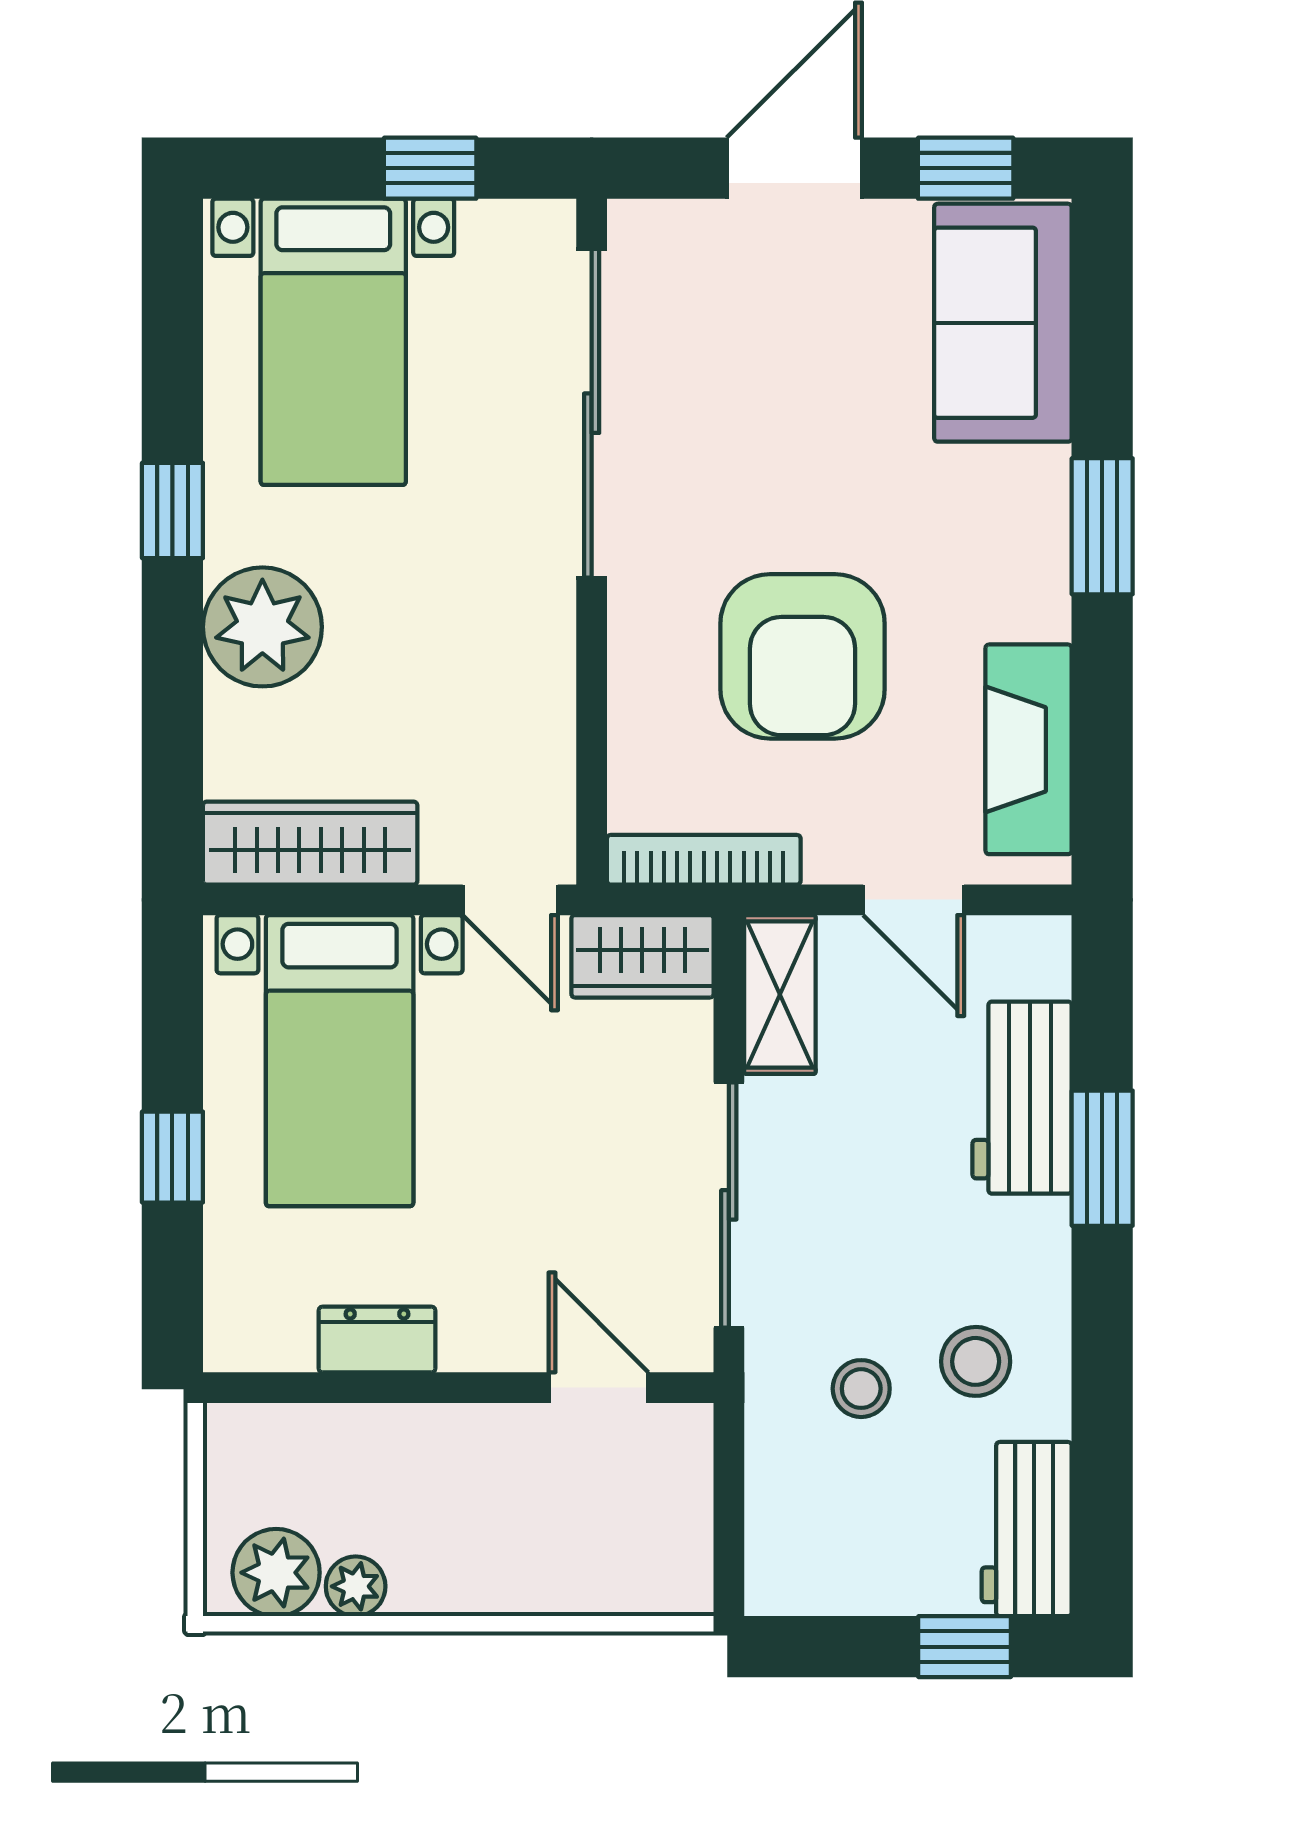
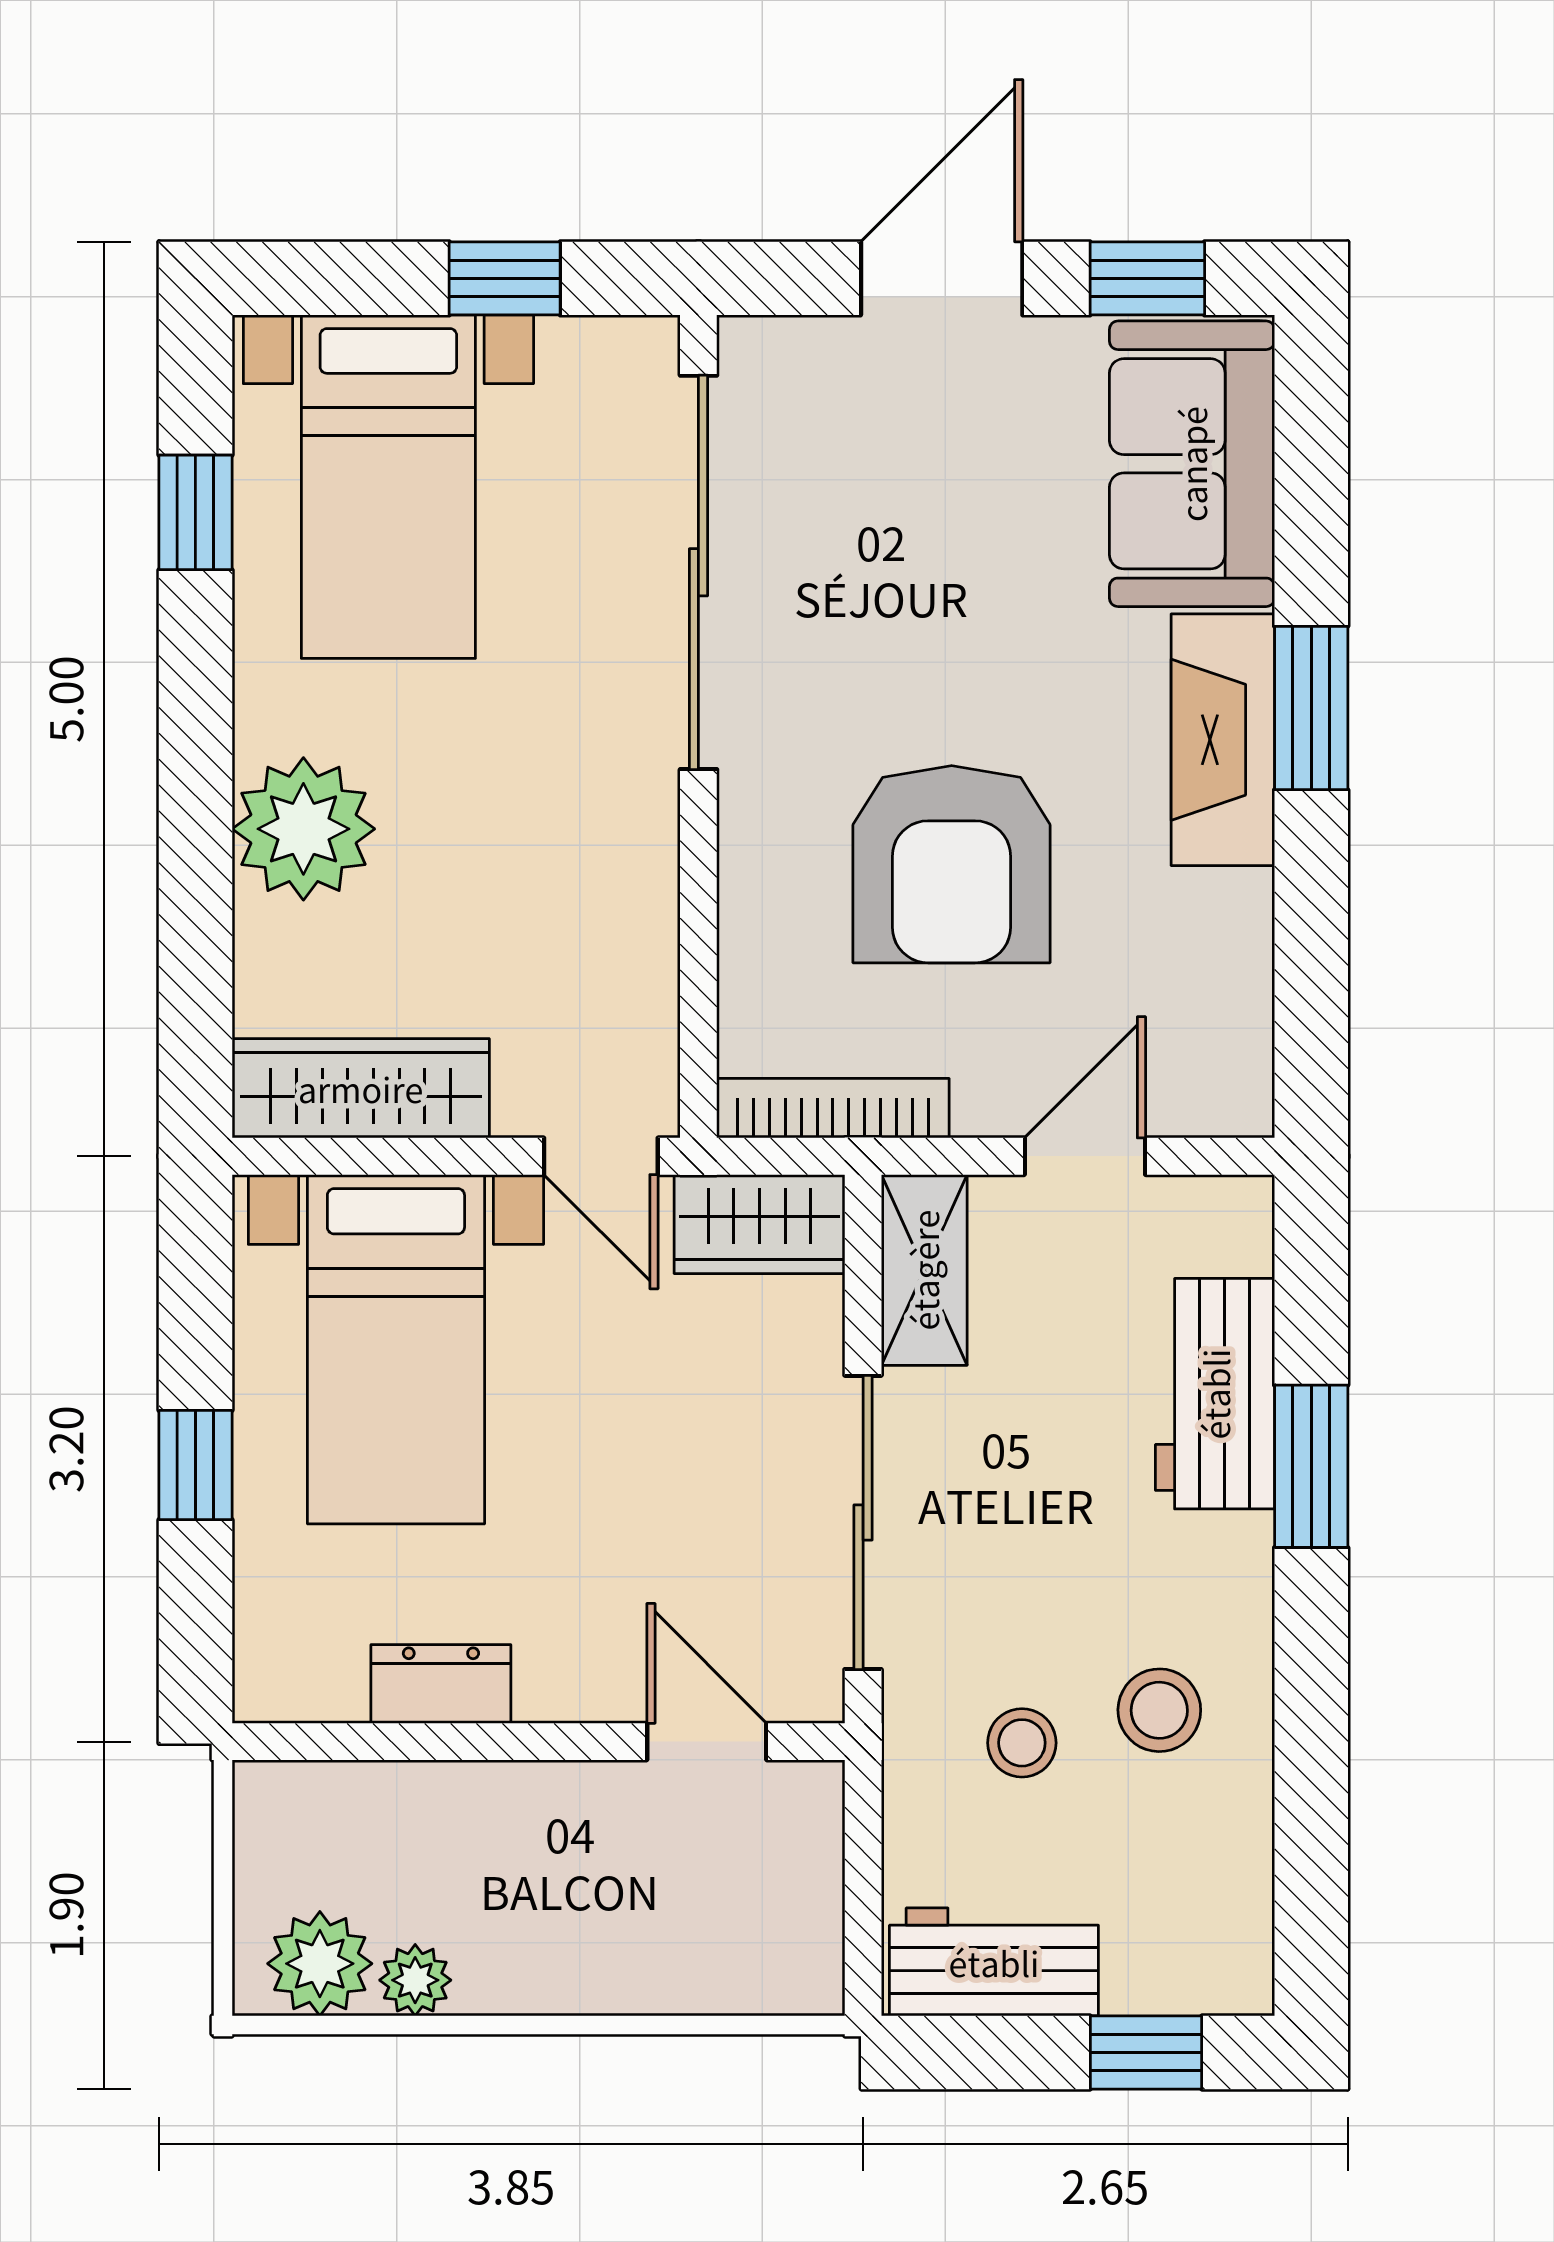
window: (172, 510) -> (195, 512), moved
fireplace: (1029, 749) -> (1223, 740), moved
door: (914, 900) -> (1085, 1156), swing flipped
workbench: (1027, 1529) -> (994, 1962), moved, turned 90

